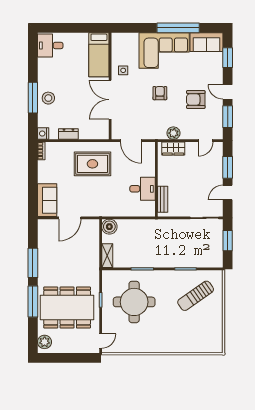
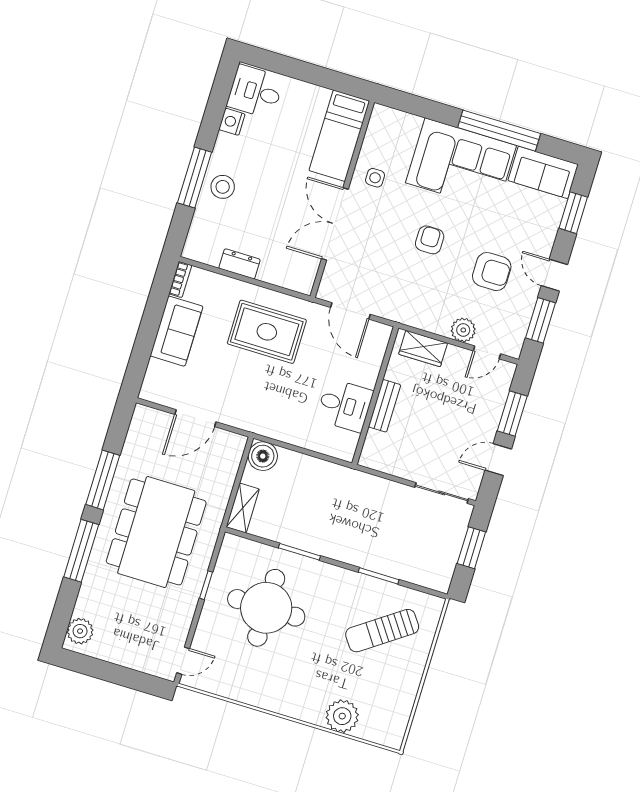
armchair: (196, 99) -> (492, 272), turned 180
plant: (173, 133) -> (463, 330), moved
nightstand: (43, 134) -> (232, 122), moved
bench: (163, 199) -> (384, 406), moved
sofa: (47, 200) -> (176, 331), moved
dining table: (67, 308) -> (156, 532), moved, turned 90
plant: (189, 345) -> (342, 716), added

